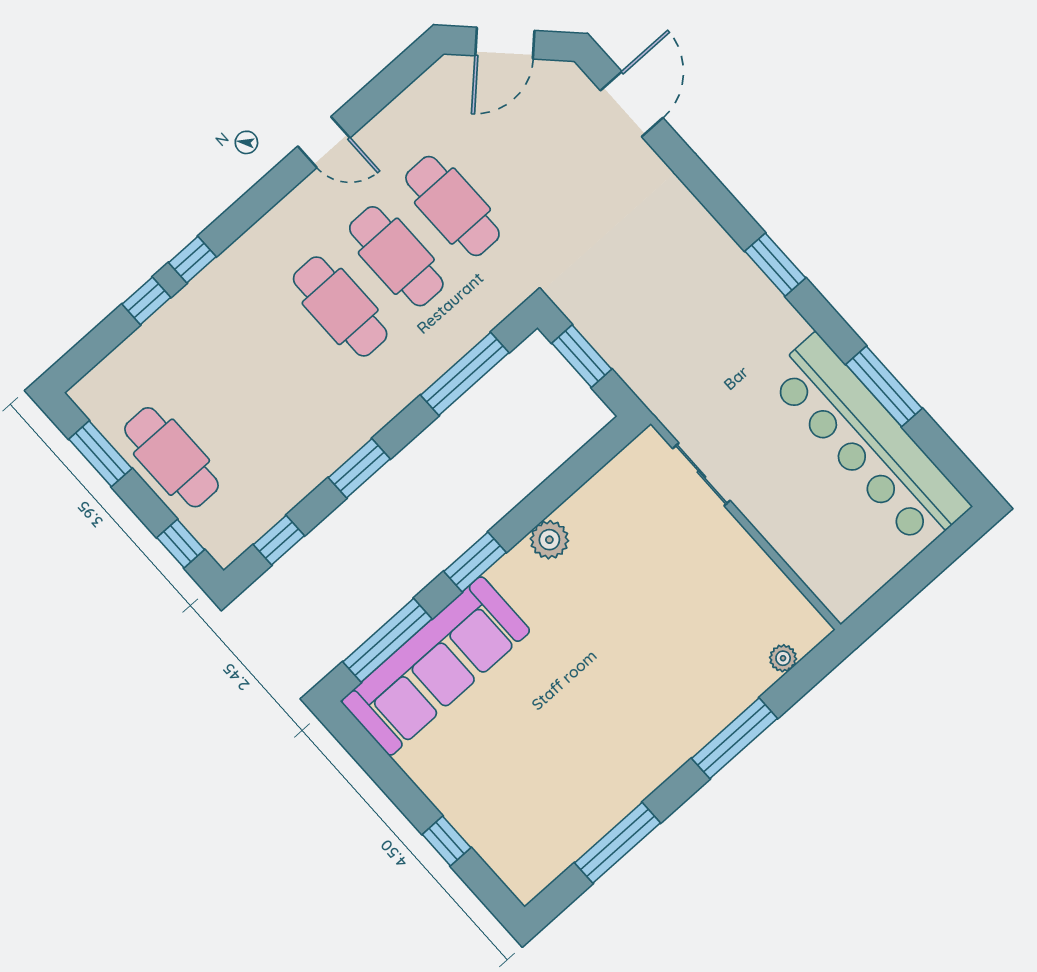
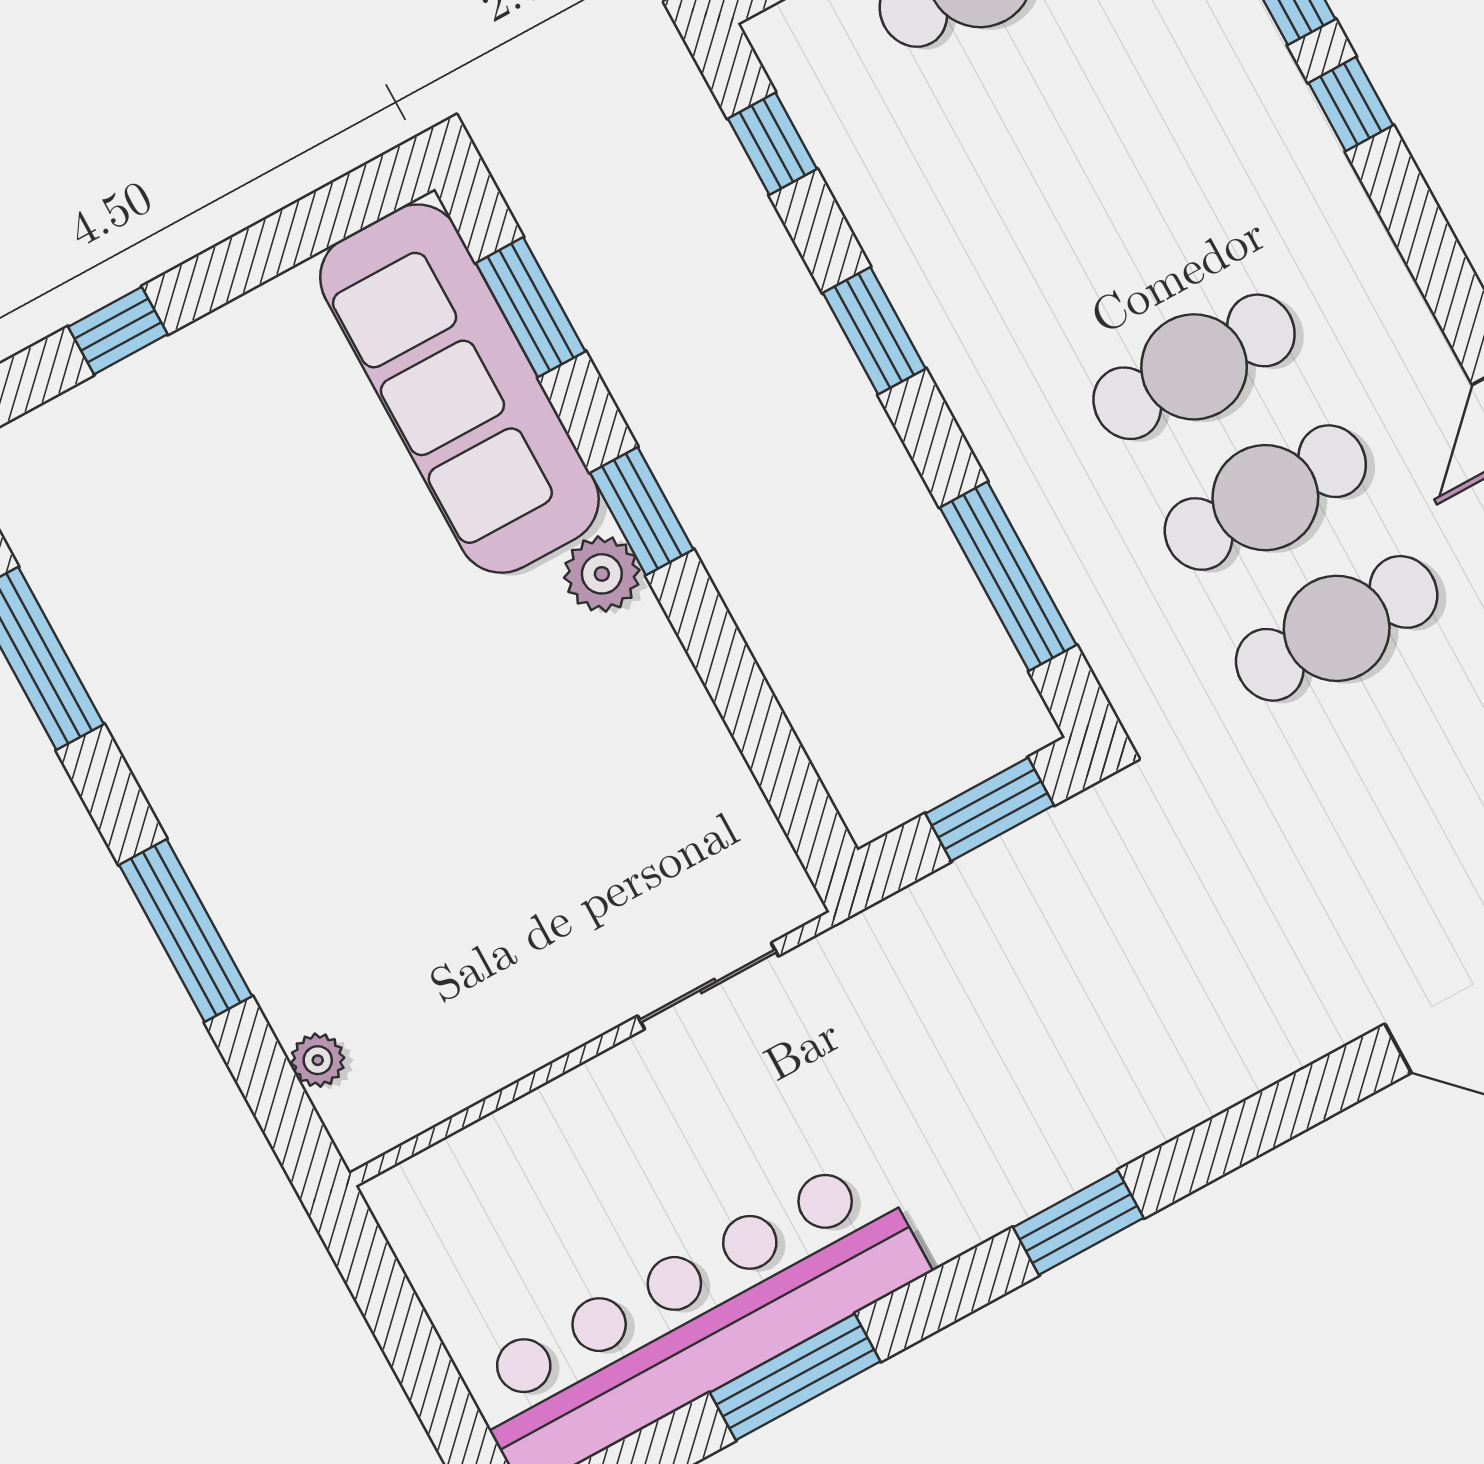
plant: (549, 540) -> (602, 574), moved
window: (387, 640) -> (531, 307), width x0.69

